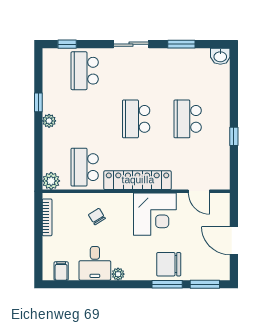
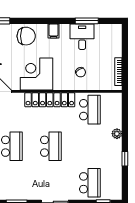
plant: (49, 121) -> (117, 134), moved
plant: (51, 181) -> (115, 99), removed
filing cabinet: (61, 271) -> (54, 31), moved
plant: (118, 274) -> (65, 29), removed
window: (167, 284) -> (87, 21), moved

